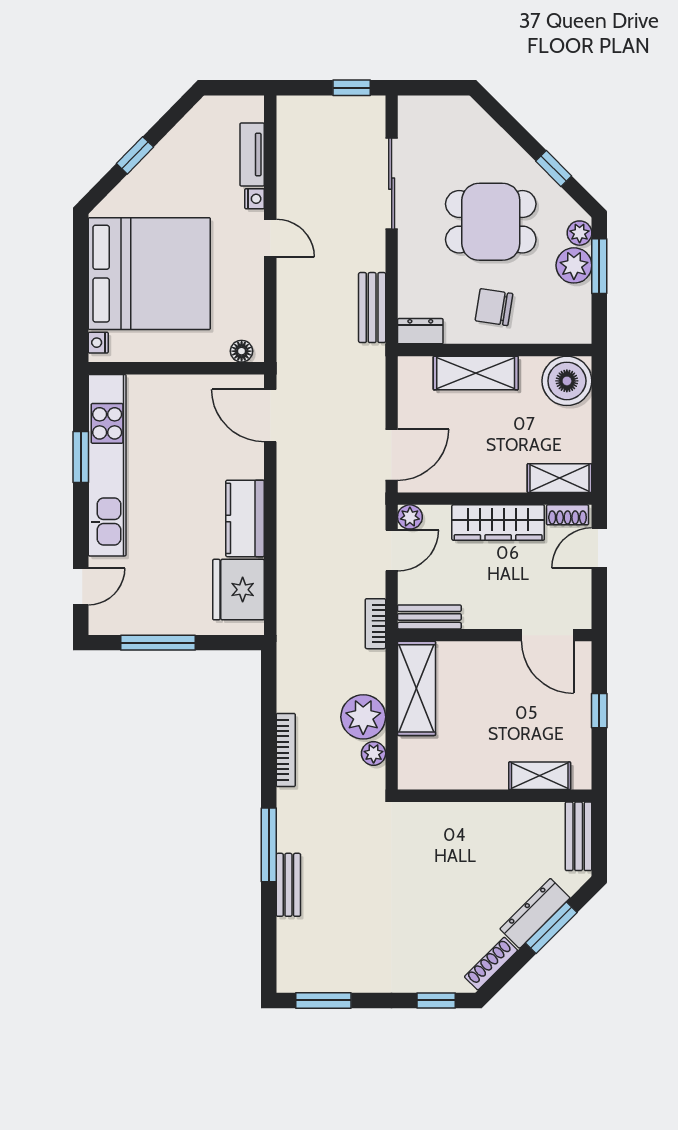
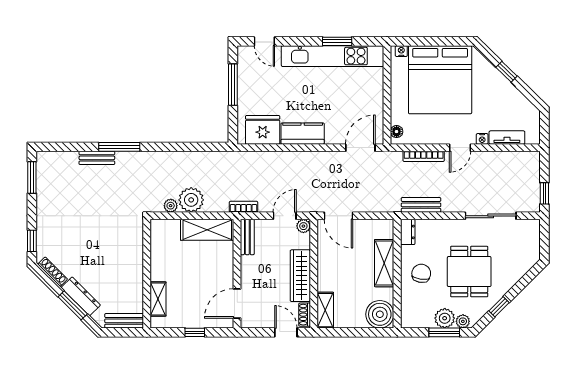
door: (392, 551) -> (285, 216), swing flipped
bookcase: (286, 750) -> (424, 156), moved

